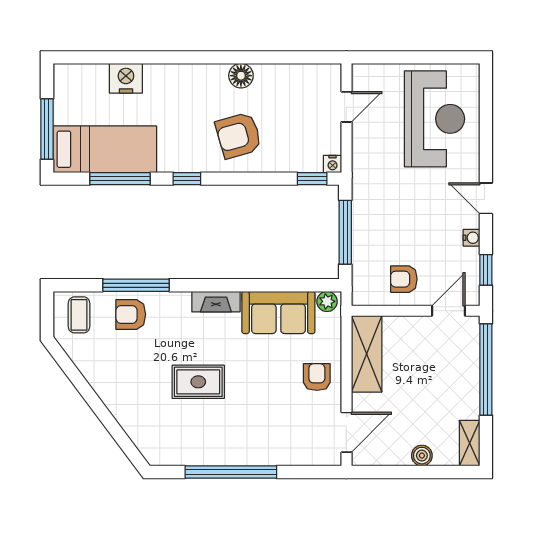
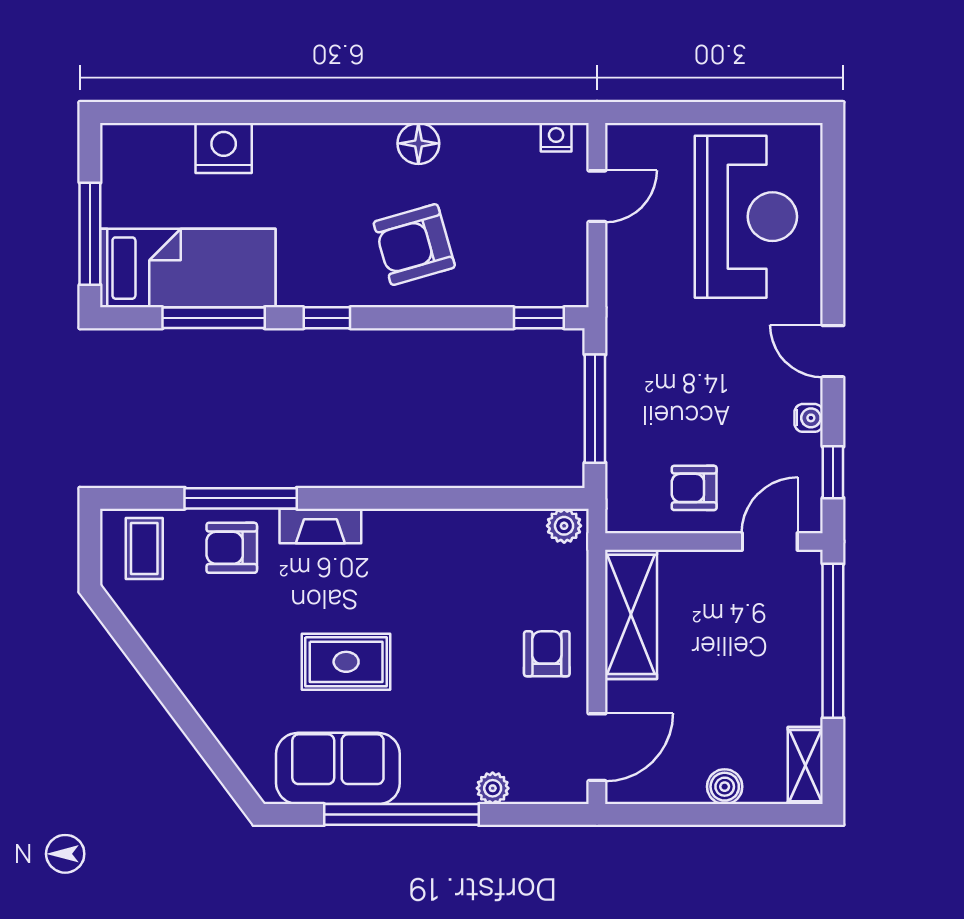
nightstand: (333, 164) -> (556, 137), moved, turned 180
fireplace: (216, 302) -> (320, 526), moved
sofa: (278, 312) -> (338, 768), moved, turned 180
plant: (285, 457) -> (493, 788), added

